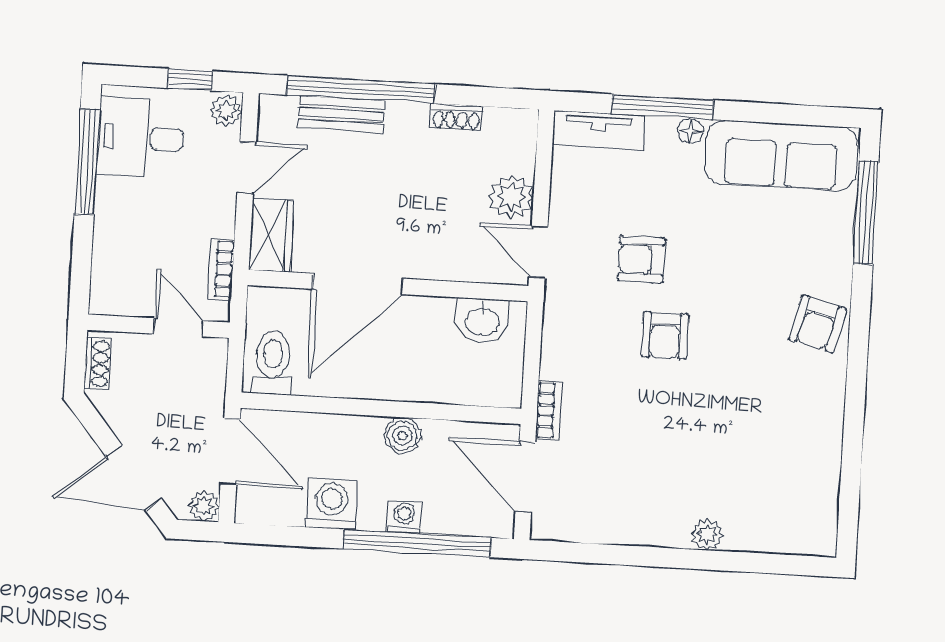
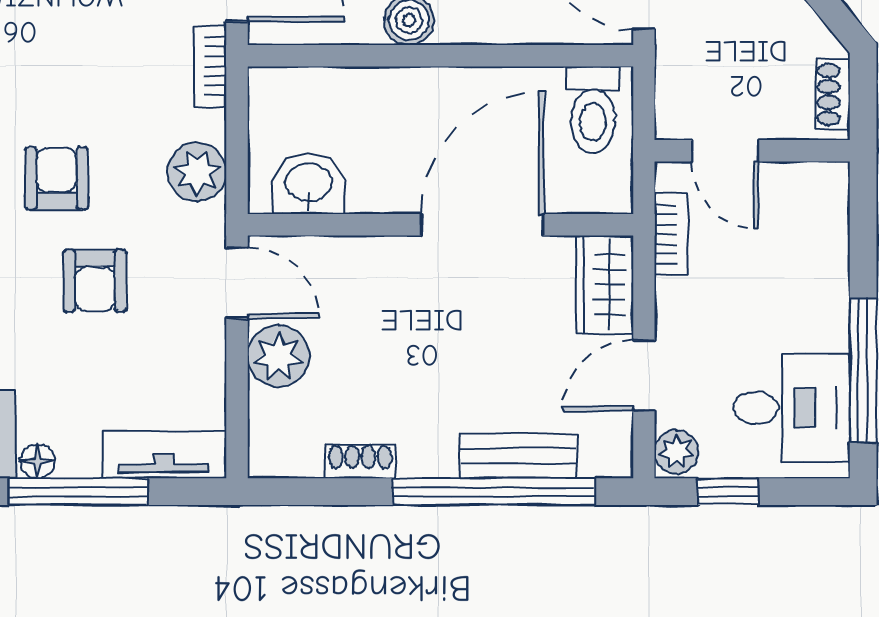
armchair: (641, 259) -> (95, 281), turned 90
plant: (563, 334) -> (197, 172), added

